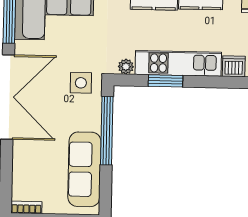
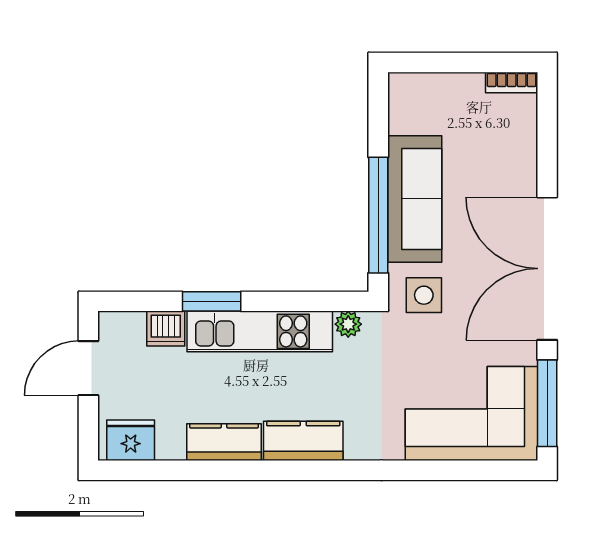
window: (166, 81) -> (212, 301), moved
sofa: (84, 169) -> (415, 199), moved

